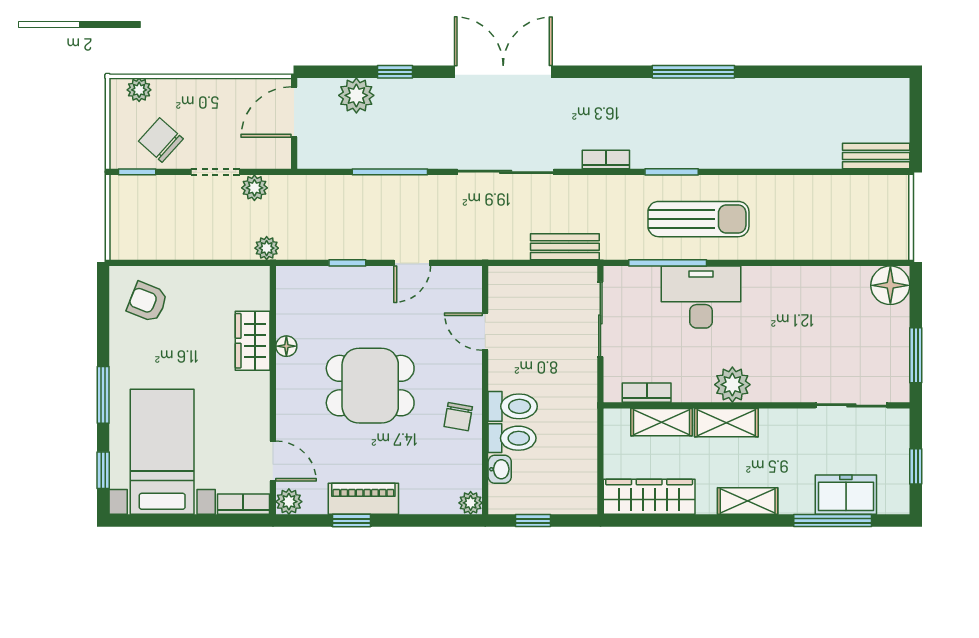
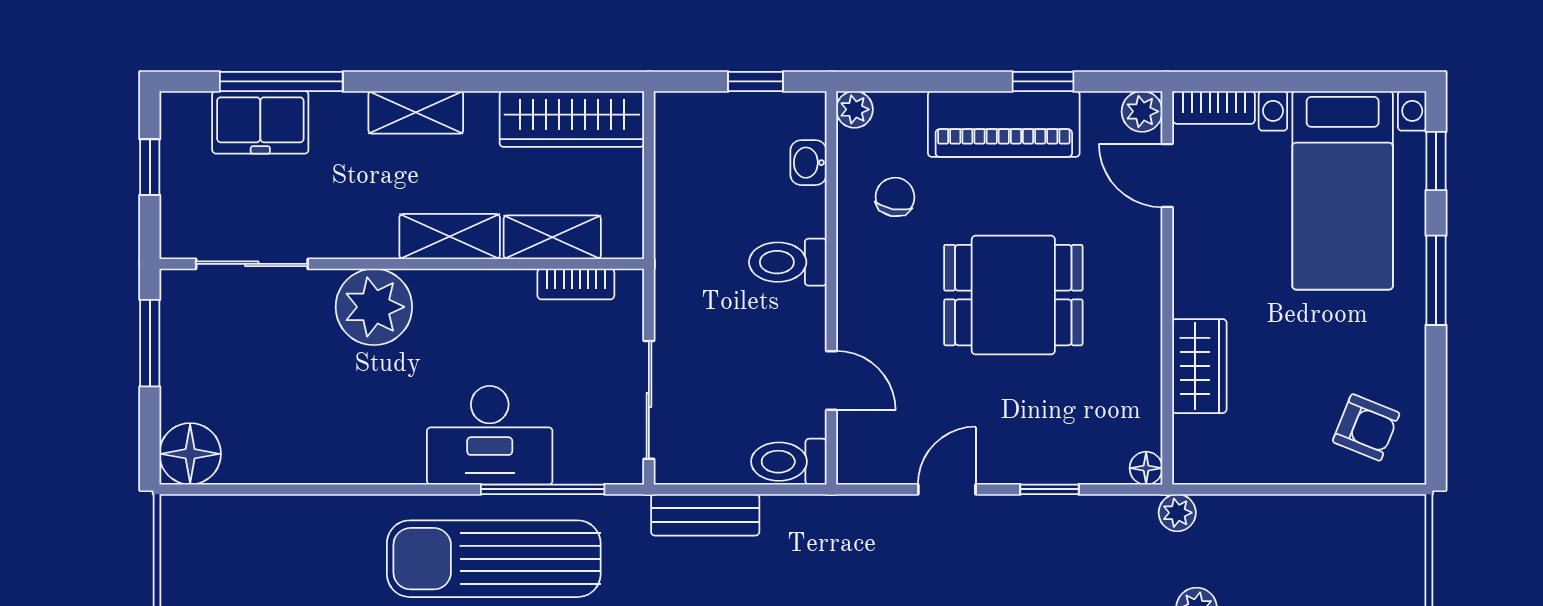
sun lounger: (698, 219) -> (494, 559), width x1.36, depth x1.34
floor lamp: (286, 346) -> (1146, 468), moved
plant: (732, 385) -> (374, 307), moved, width x1.36, depth x1.36
chair: (458, 417) -> (895, 197), moved
toilet: (512, 438) -> (789, 462), moved
piano: (363, 499) -> (1004, 124), width x1.37, depth x1.33

